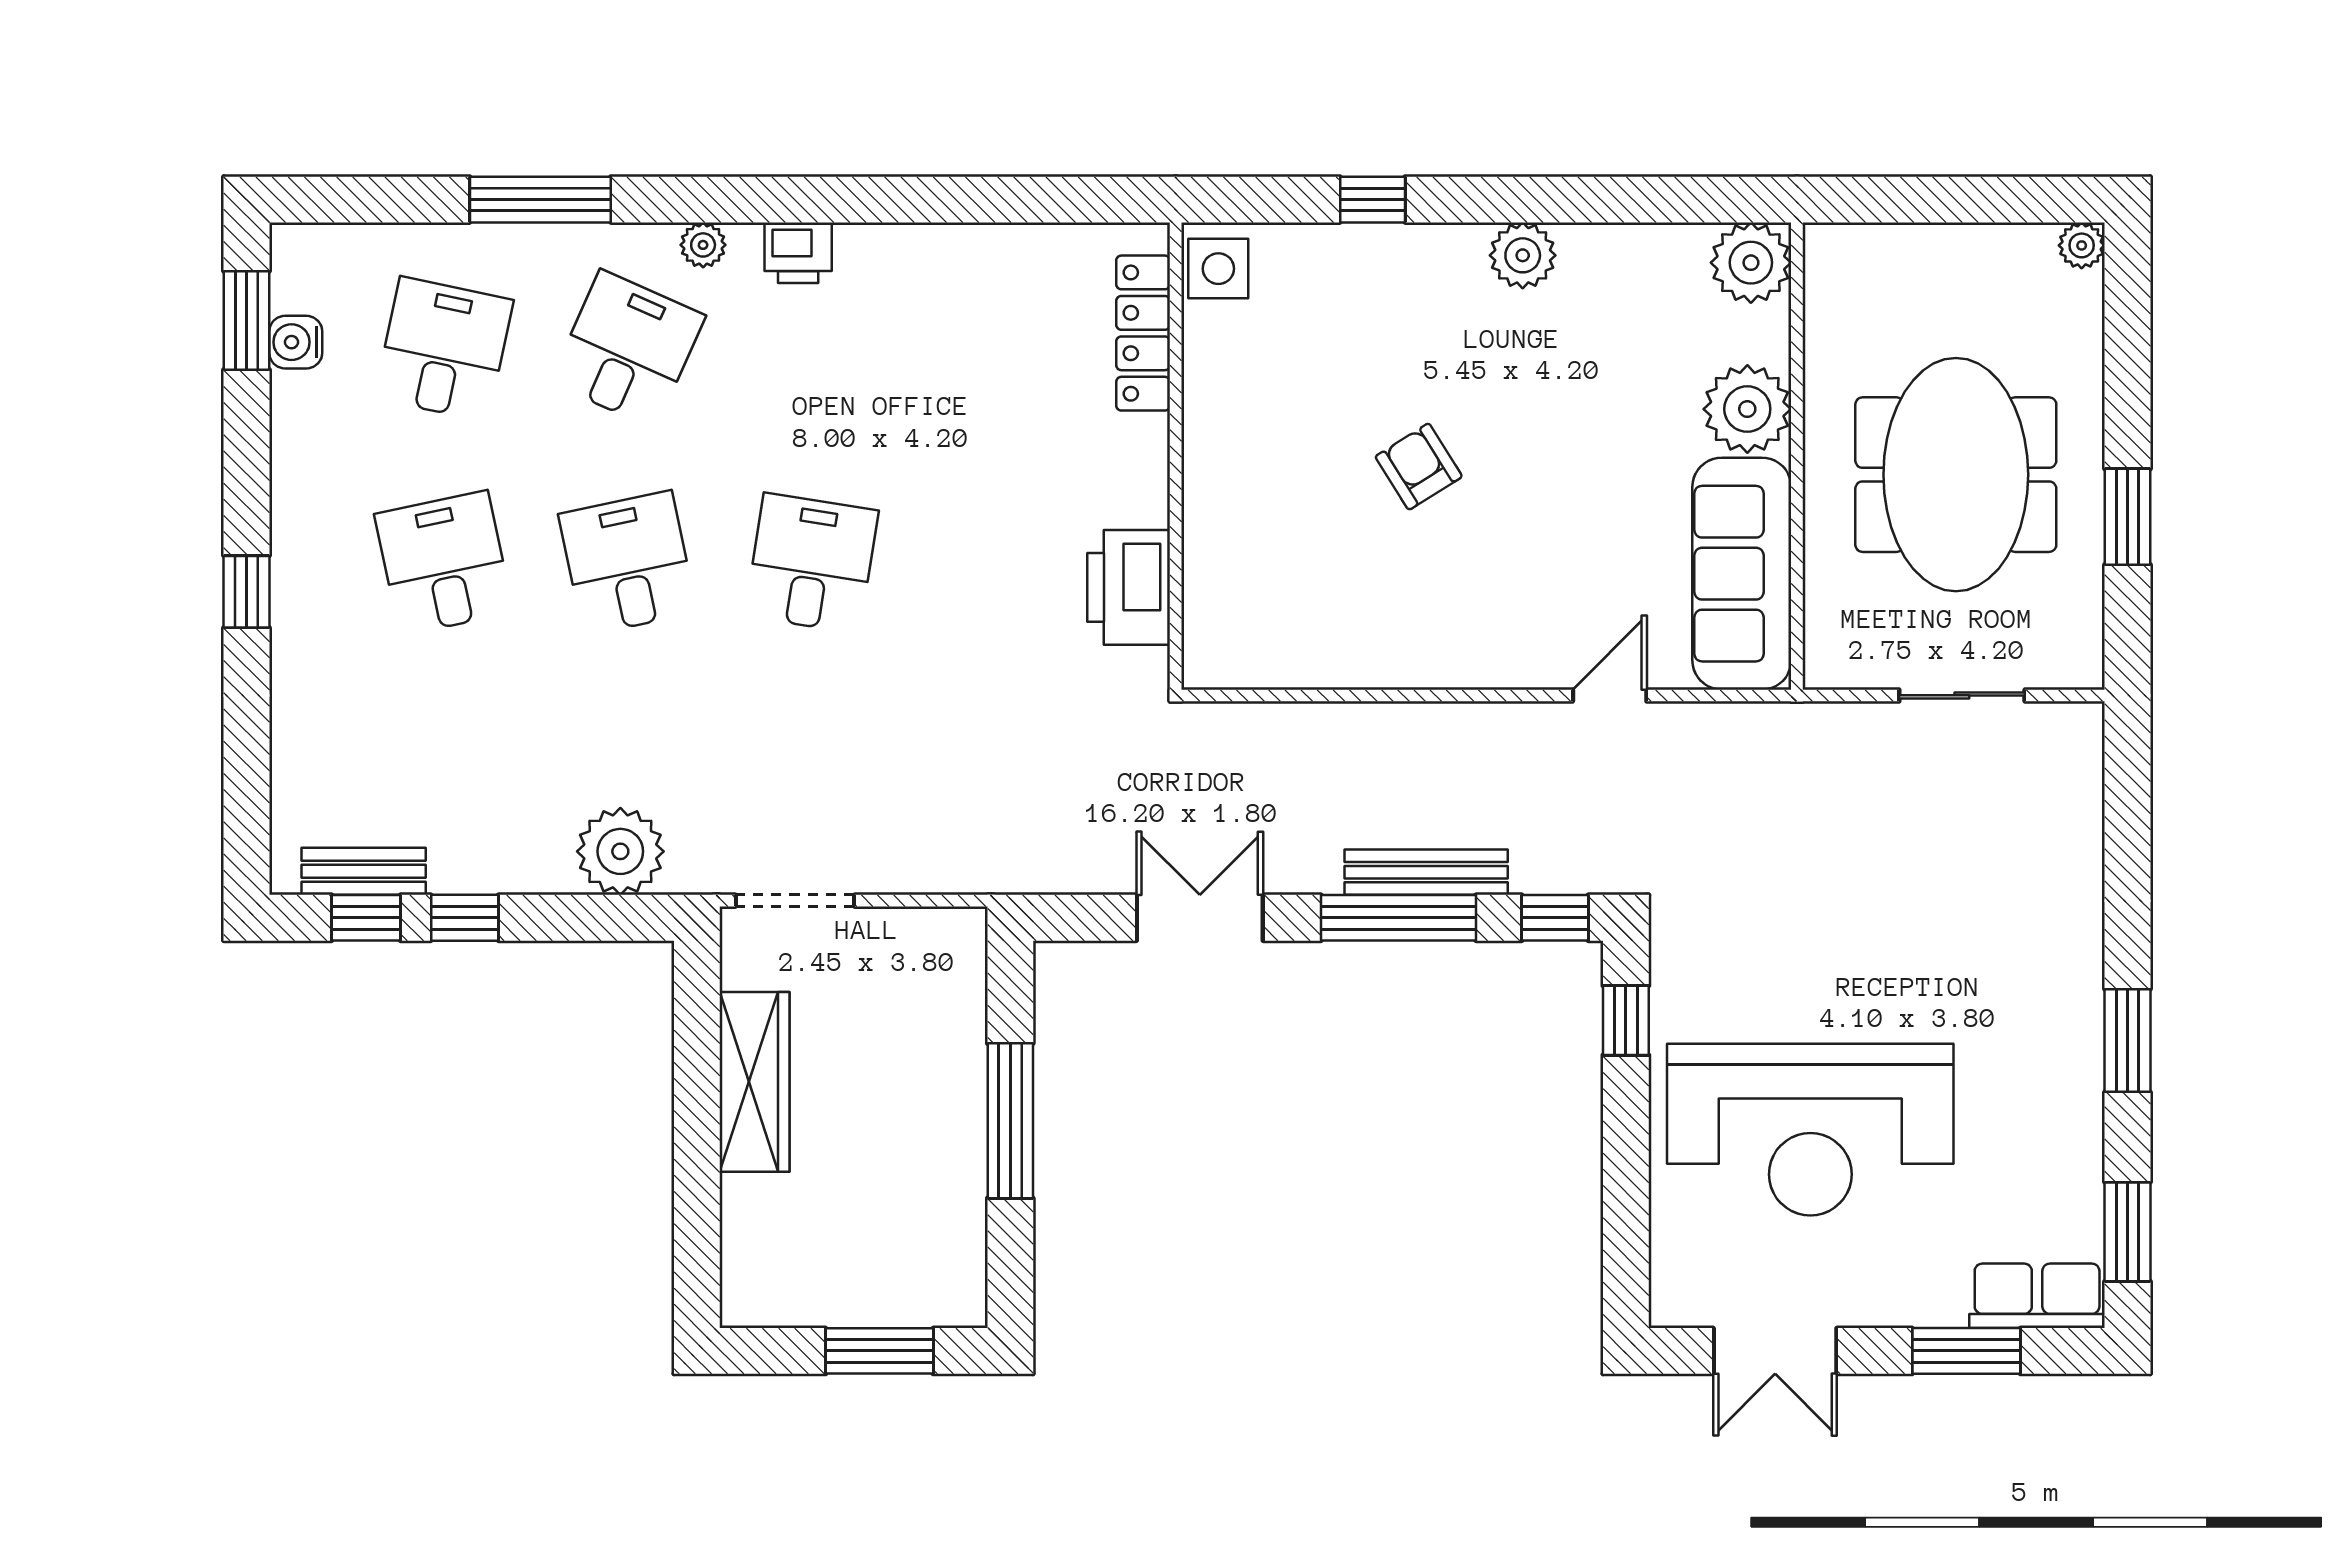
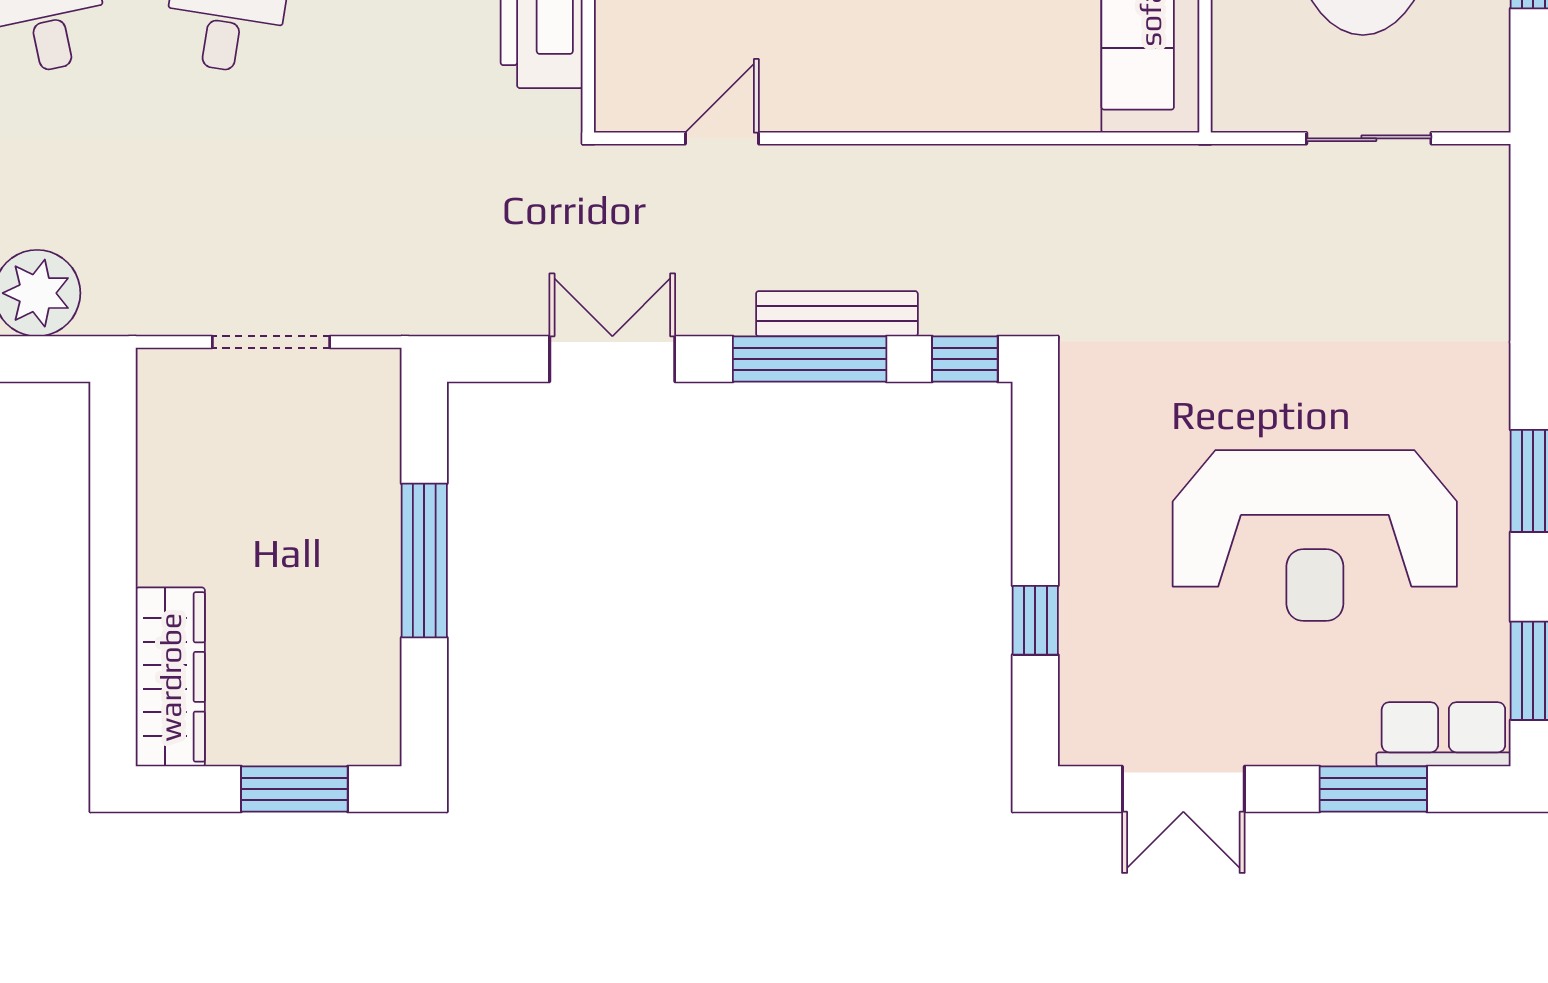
door: (1610, 695) -> (722, 138), moved
doorway: (795, 901) -> (271, 342), moved
window: (1626, 1020) -> (1035, 620), moved
wardrobe: (754, 1082) -> (170, 677), moved
reception desk: (1810, 1130) -> (1315, 535), moved

